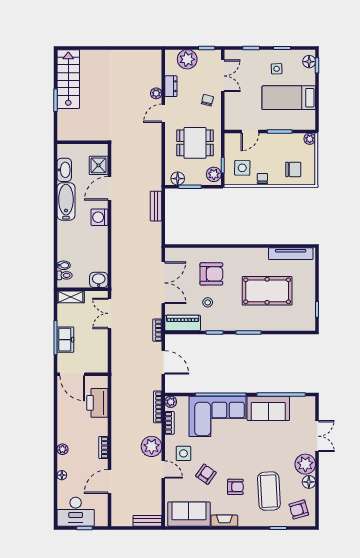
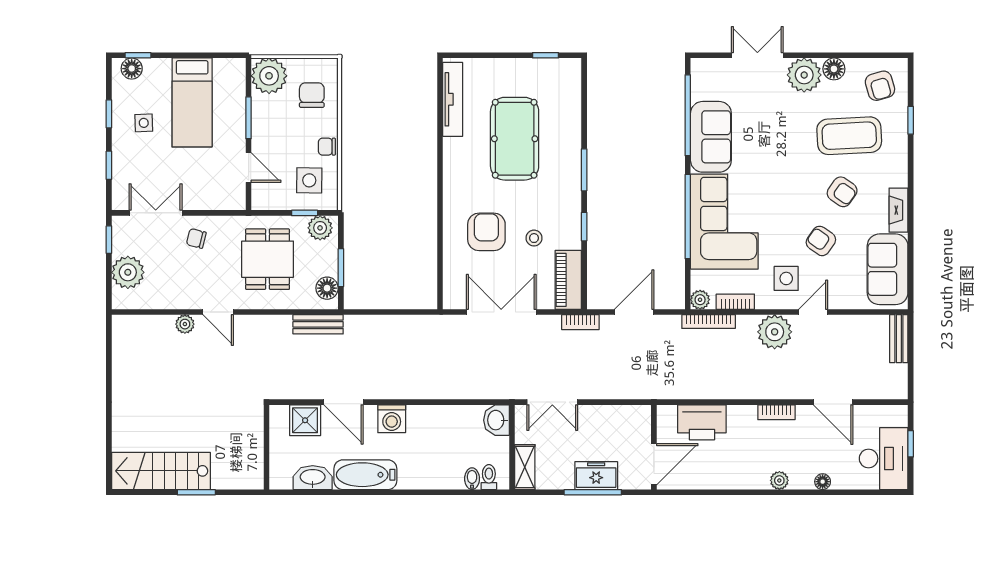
dresser: (171, 86) -> (173, 299), removed
plant: (310, 139) -> (269, 76), width x1.88, depth x1.88
bench: (156, 206) -> (318, 324), moved
armchair: (235, 487) -> (842, 192), turned 125

